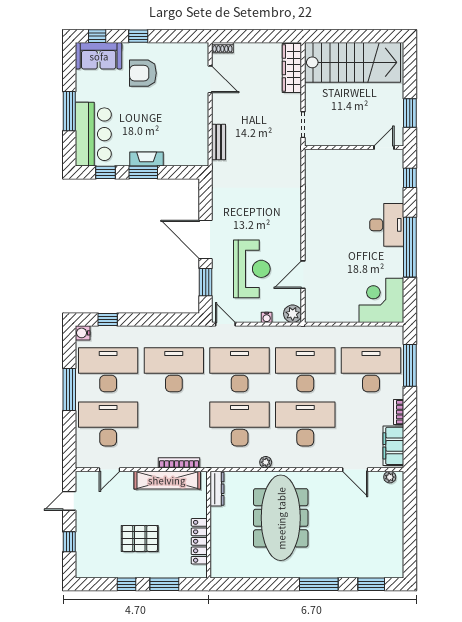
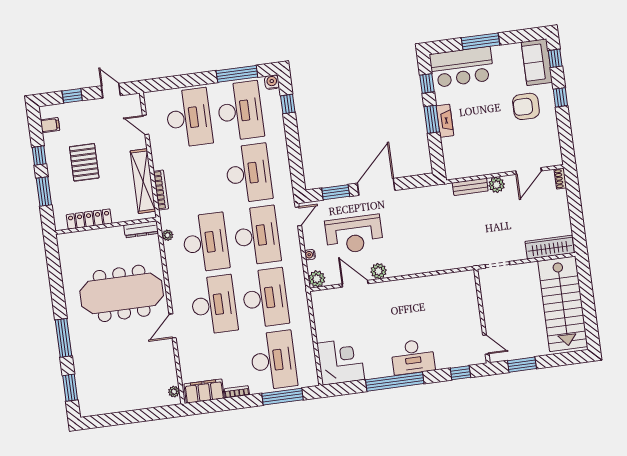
armchair: (143, 73) -> (526, 106), turned -90
plant: (220, 114) -> (497, 185), added
plant: (293, 249) -> (378, 271), added
window: (69, 389) -> (237, 74), moved
plant: (266, 462) -> (167, 235), moved
door: (355, 470) -> (172, 326), moved
filing cabinet: (97, 569) -> (50, 125), added

